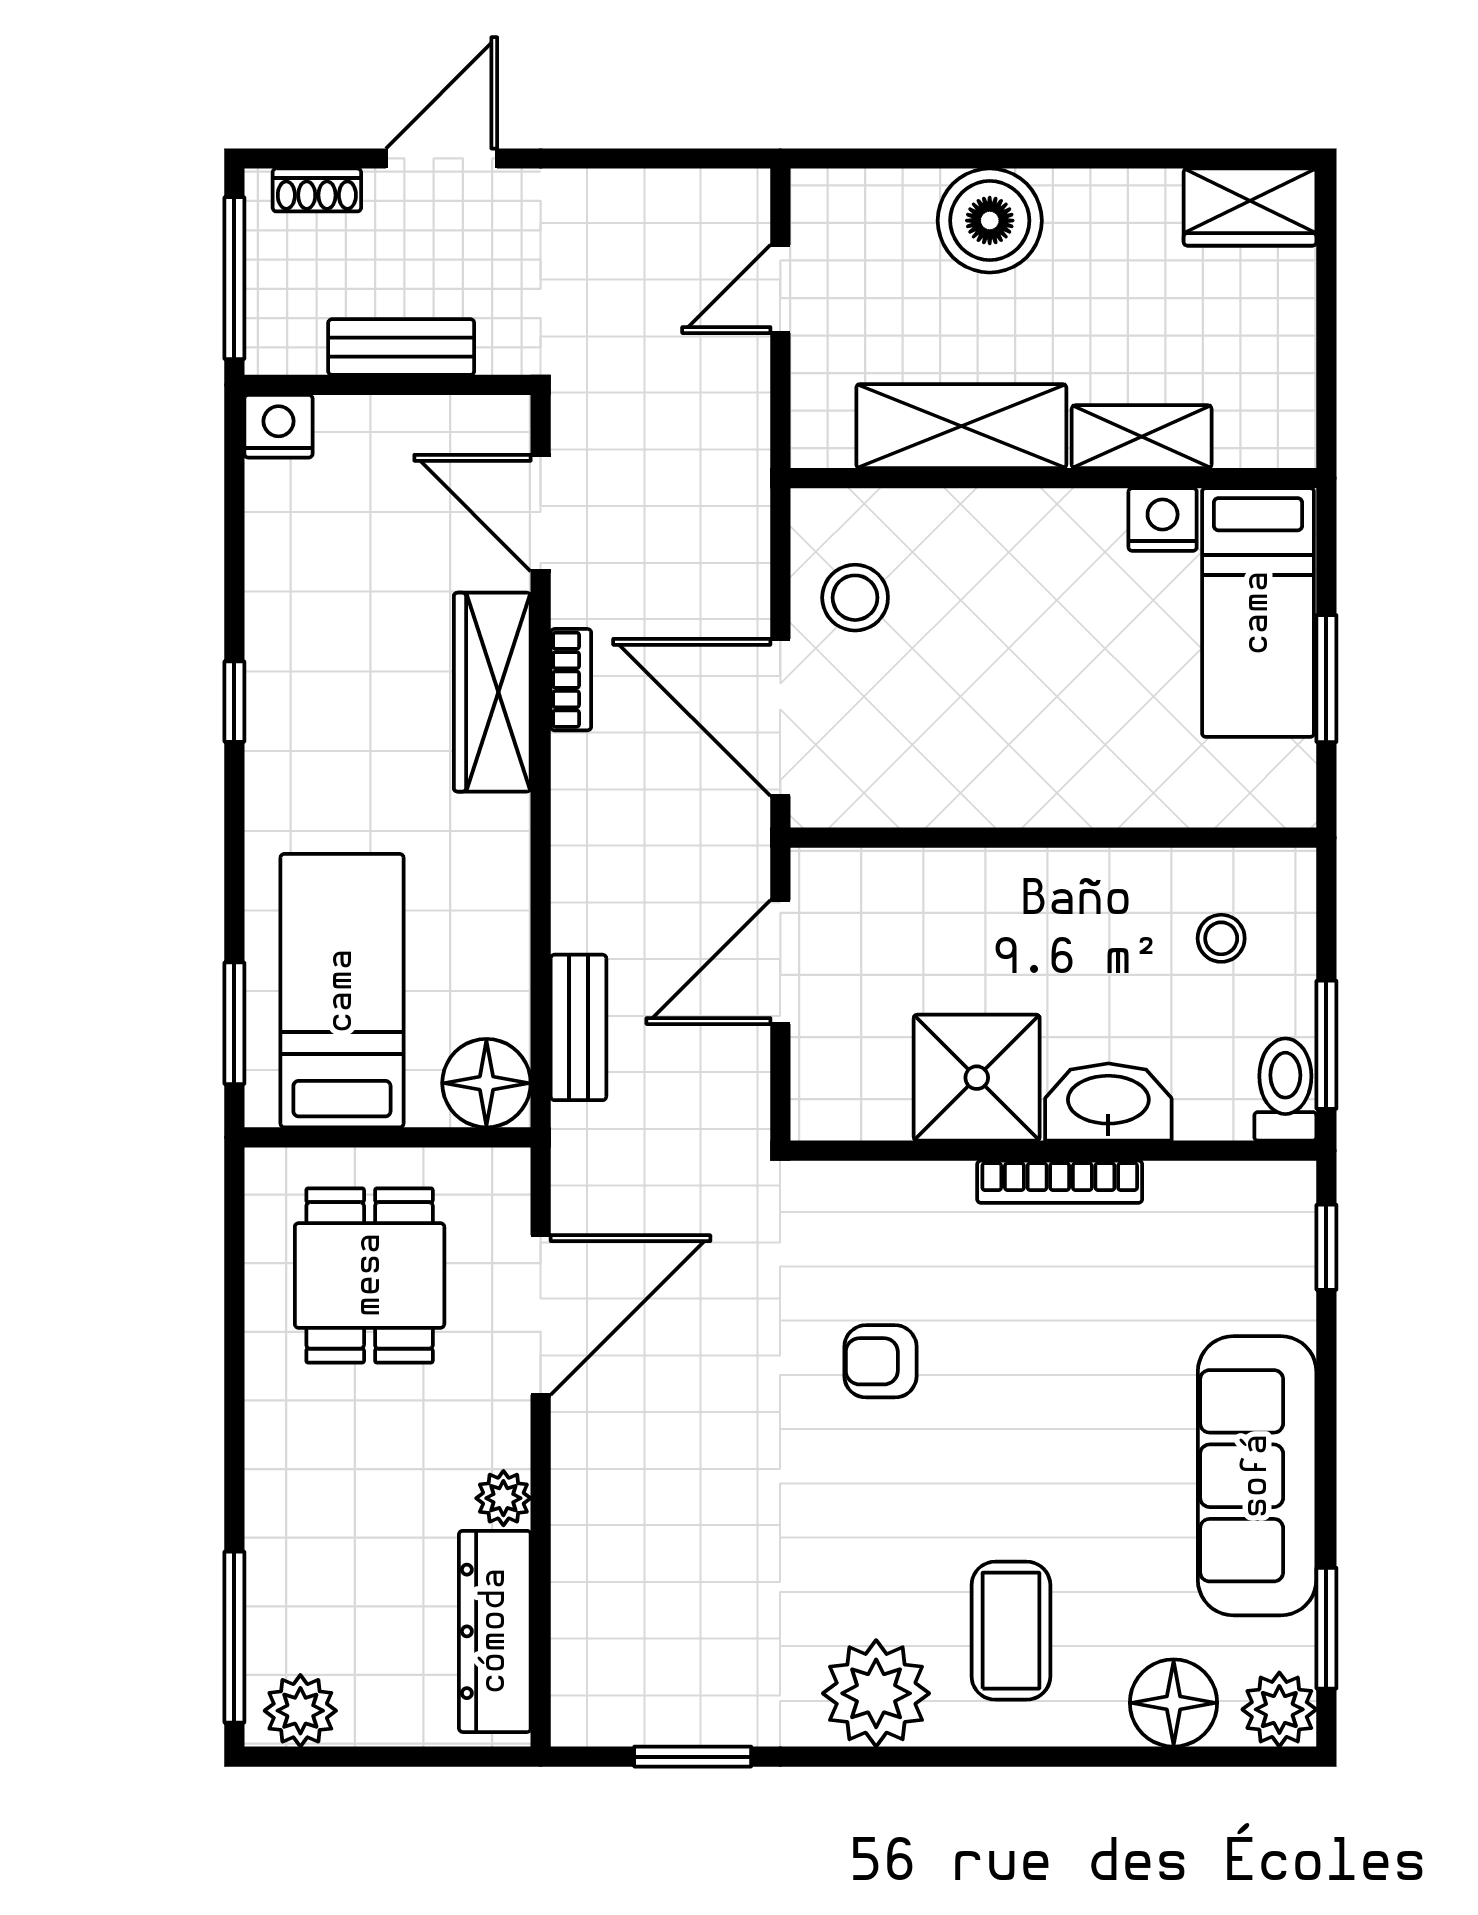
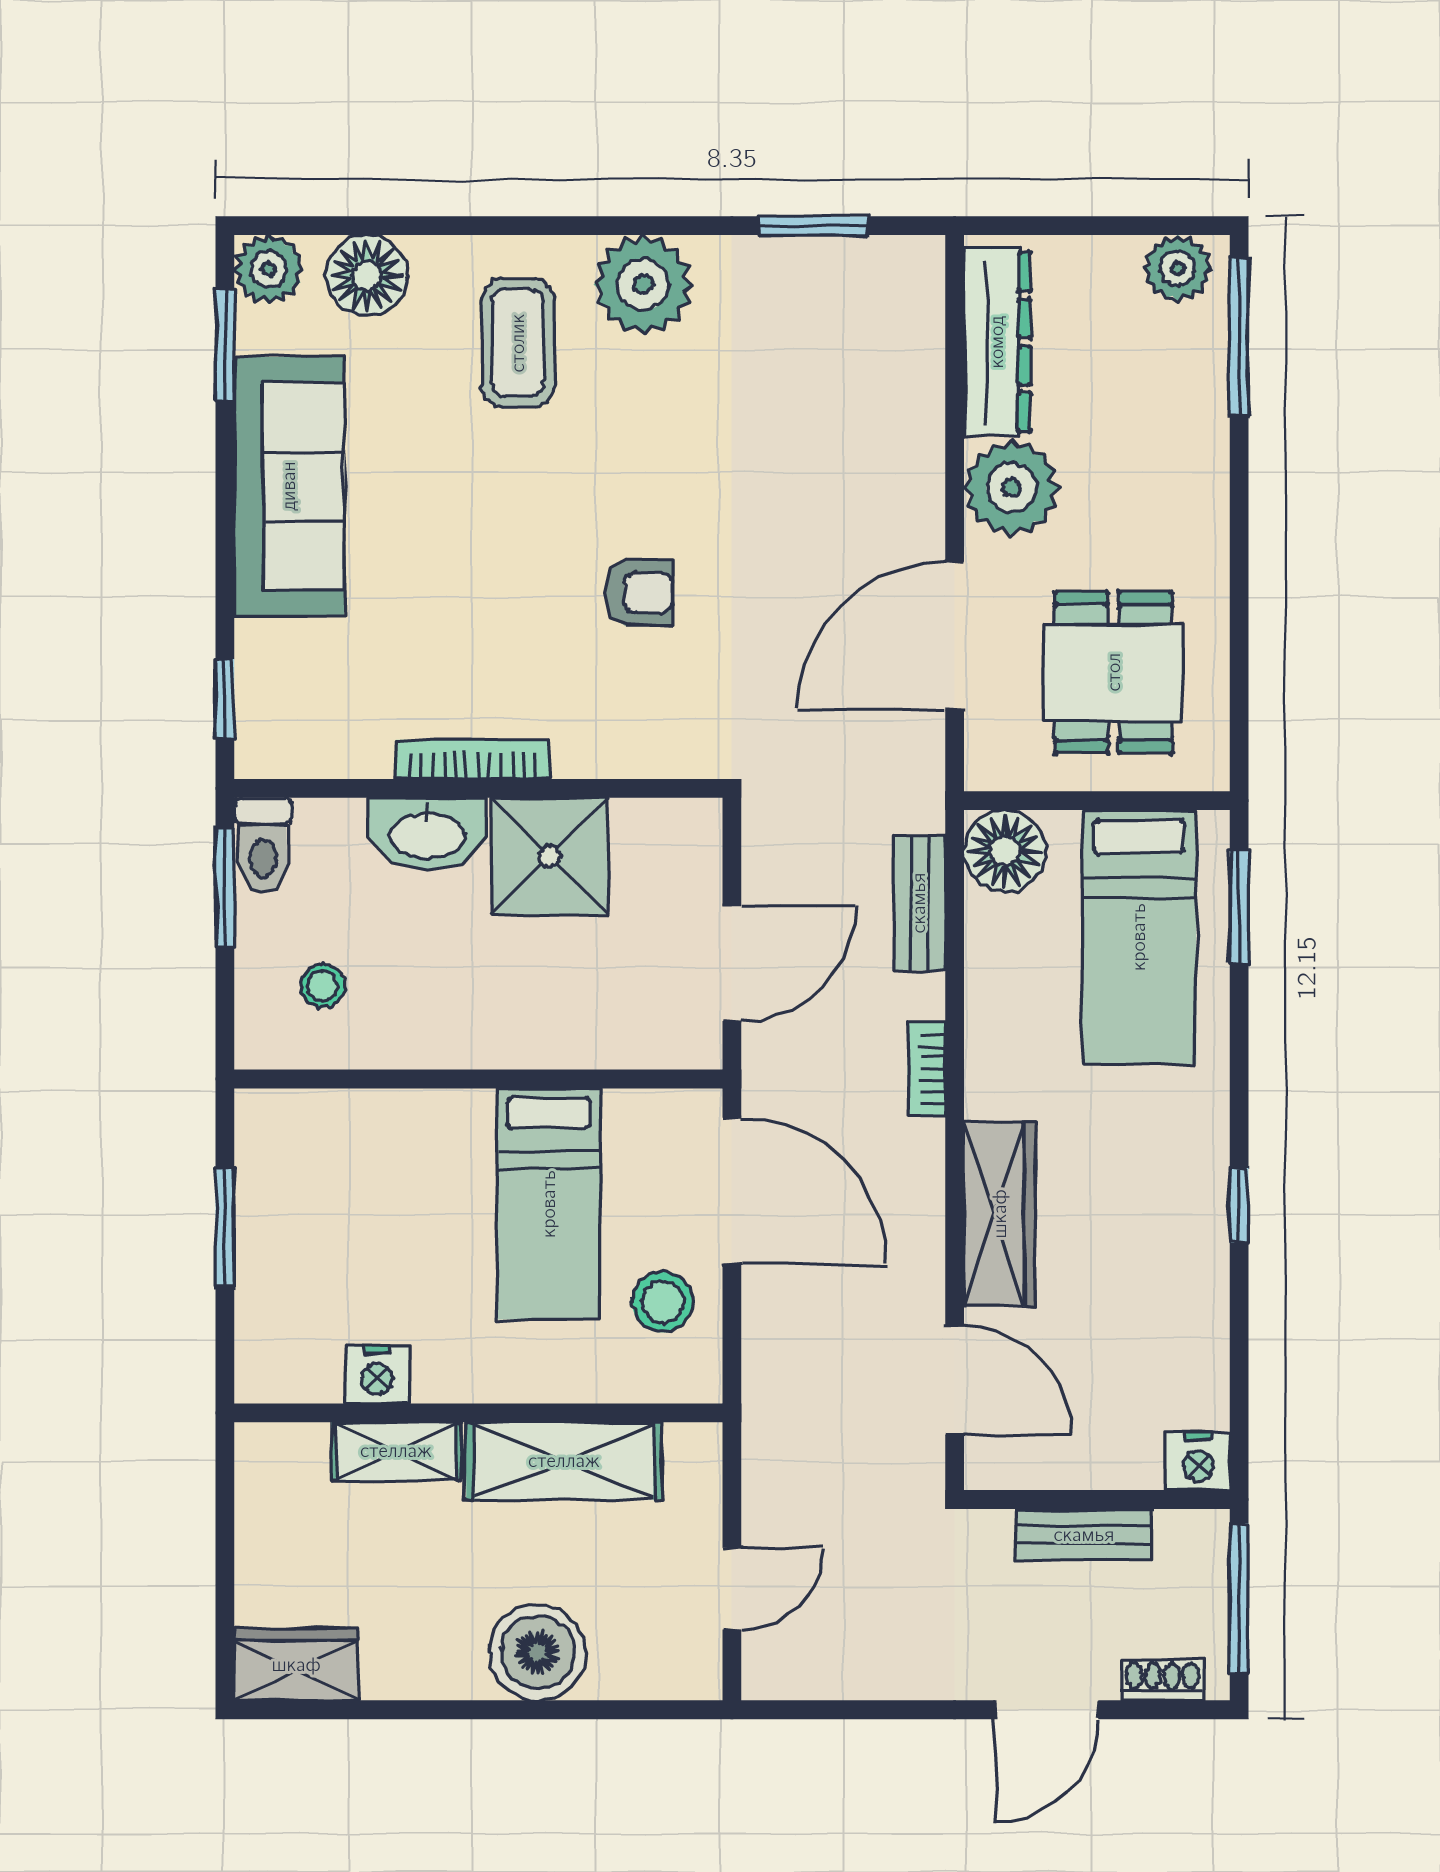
bed: (1258, 613) -> (549, 1204), moved, turned 180
bookcase: (571, 680) -> (926, 1069), moved
plant: (503, 1498) -> (1011, 488), width x1.88, depth x1.88

